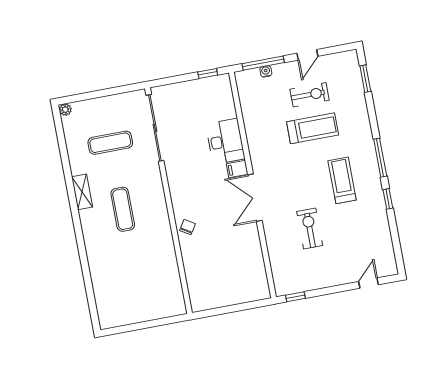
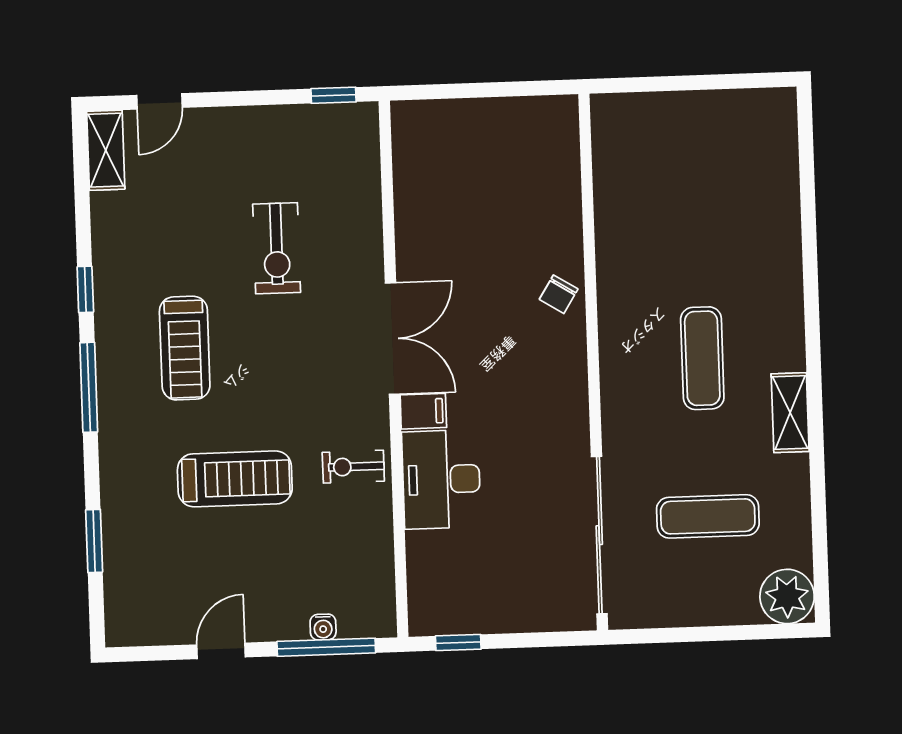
window: (365, 79) -> (94, 541), moved
exercise bike: (310, 95) -> (353, 467), moved, width x0.73, depth x0.72
plant: (65, 110) -> (787, 596), width x1.88, depth x1.88
treadmill: (313, 128) -> (235, 479), turned 180
shelving: (388, 259) -> (106, 150), added

